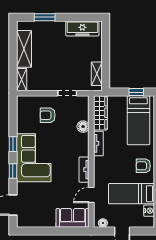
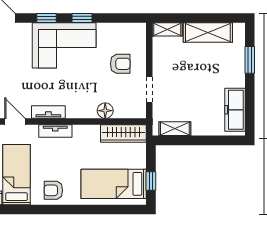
armchair: (48, 115) -> (120, 64), turned 90
tv unit: (98, 143) -> (55, 131), moved
armchair: (143, 166) -> (53, 190), turned -90

